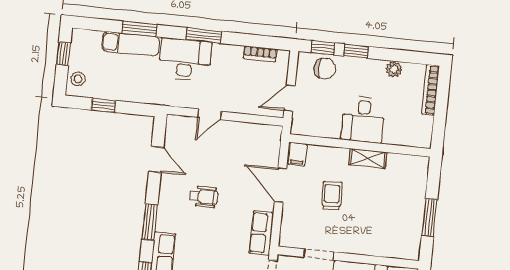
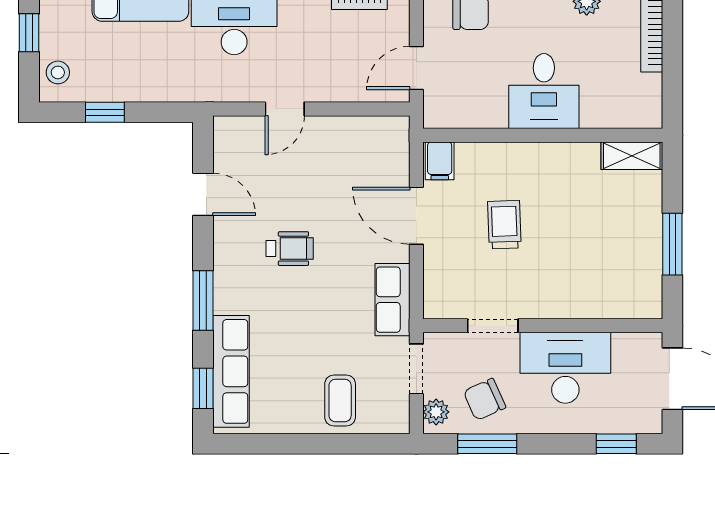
shelving: (368, 158) -> (632, 156), moved

